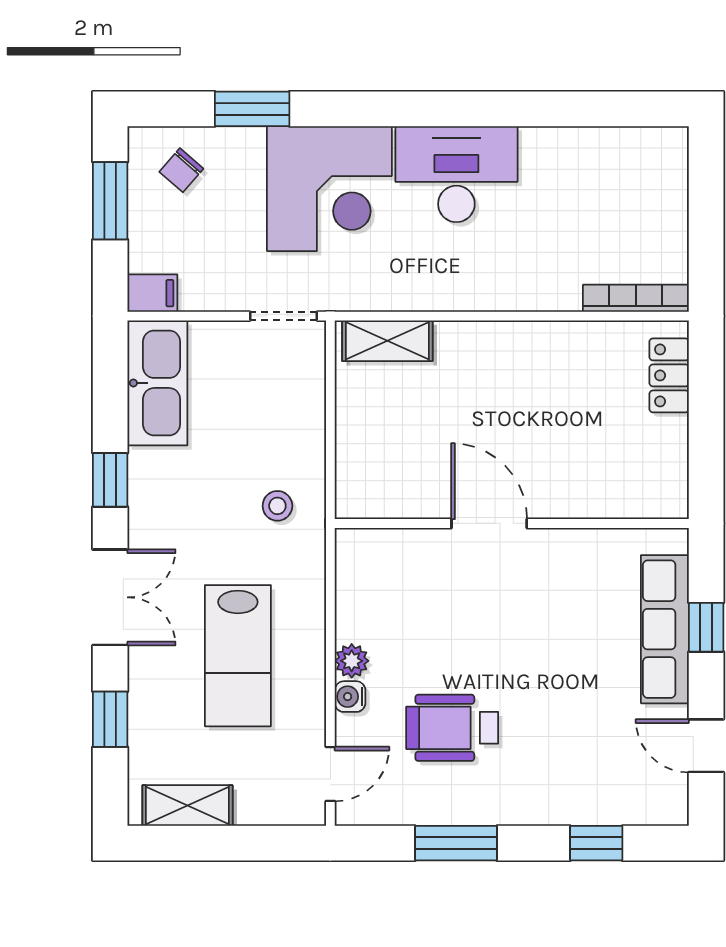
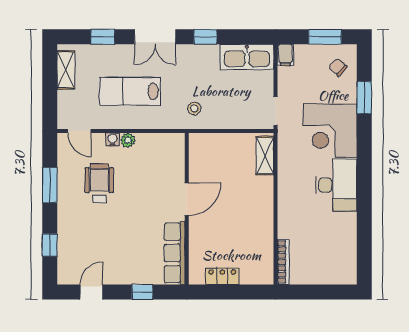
locker: (669, 375) -> (222, 276), moved
row of seats: (665, 629) -> (175, 253), moved, turned -90

